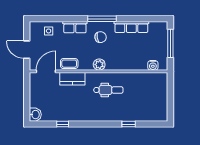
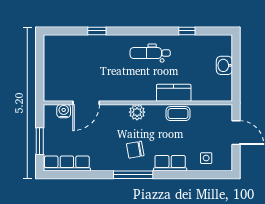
row of seats: (131, 27) -> (67, 163), moved
window: (170, 43) -> (40, 141), width x0.69
door: (46, 71) -> (86, 103), moved
dental chair: (108, 90) -> (150, 53), moved
washbasin: (35, 115) -> (224, 65), moved

